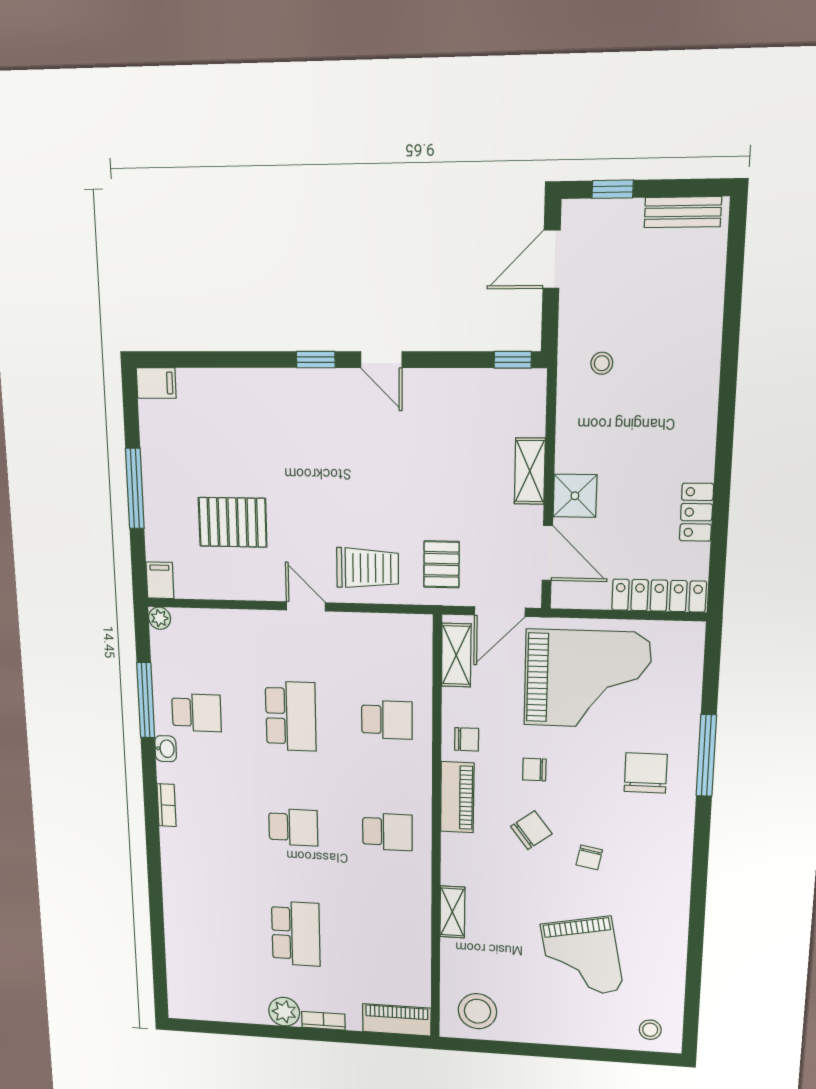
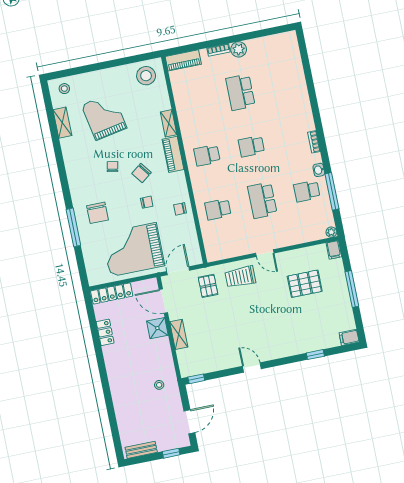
window: (316, 360) -> (315, 355), moved
shelving: (456, 655) -> (62, 123), moved
piano: (457, 797) -> (173, 154), moved

